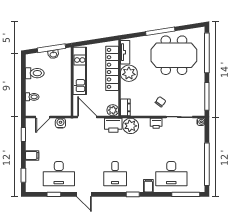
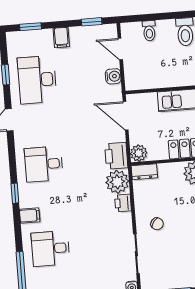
door: (87, 117) -> (126, 116), swing flipped
printer: (156, 123) -> (123, 203), moved
desk: (171, 174) -> (50, 248), width x0.73

